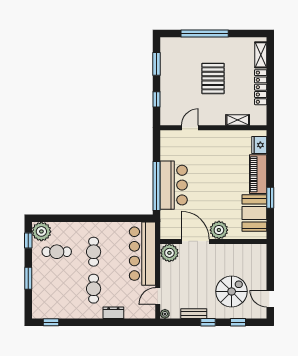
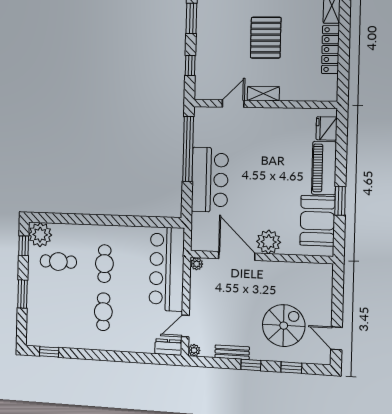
shelving: (238, 120) -> (263, 94), moved
window: (157, 186) -> (188, 149), moved
plant: (169, 253) -> (197, 264), width x0.53, depth x0.53
dresser: (113, 313) -> (168, 347), moved

